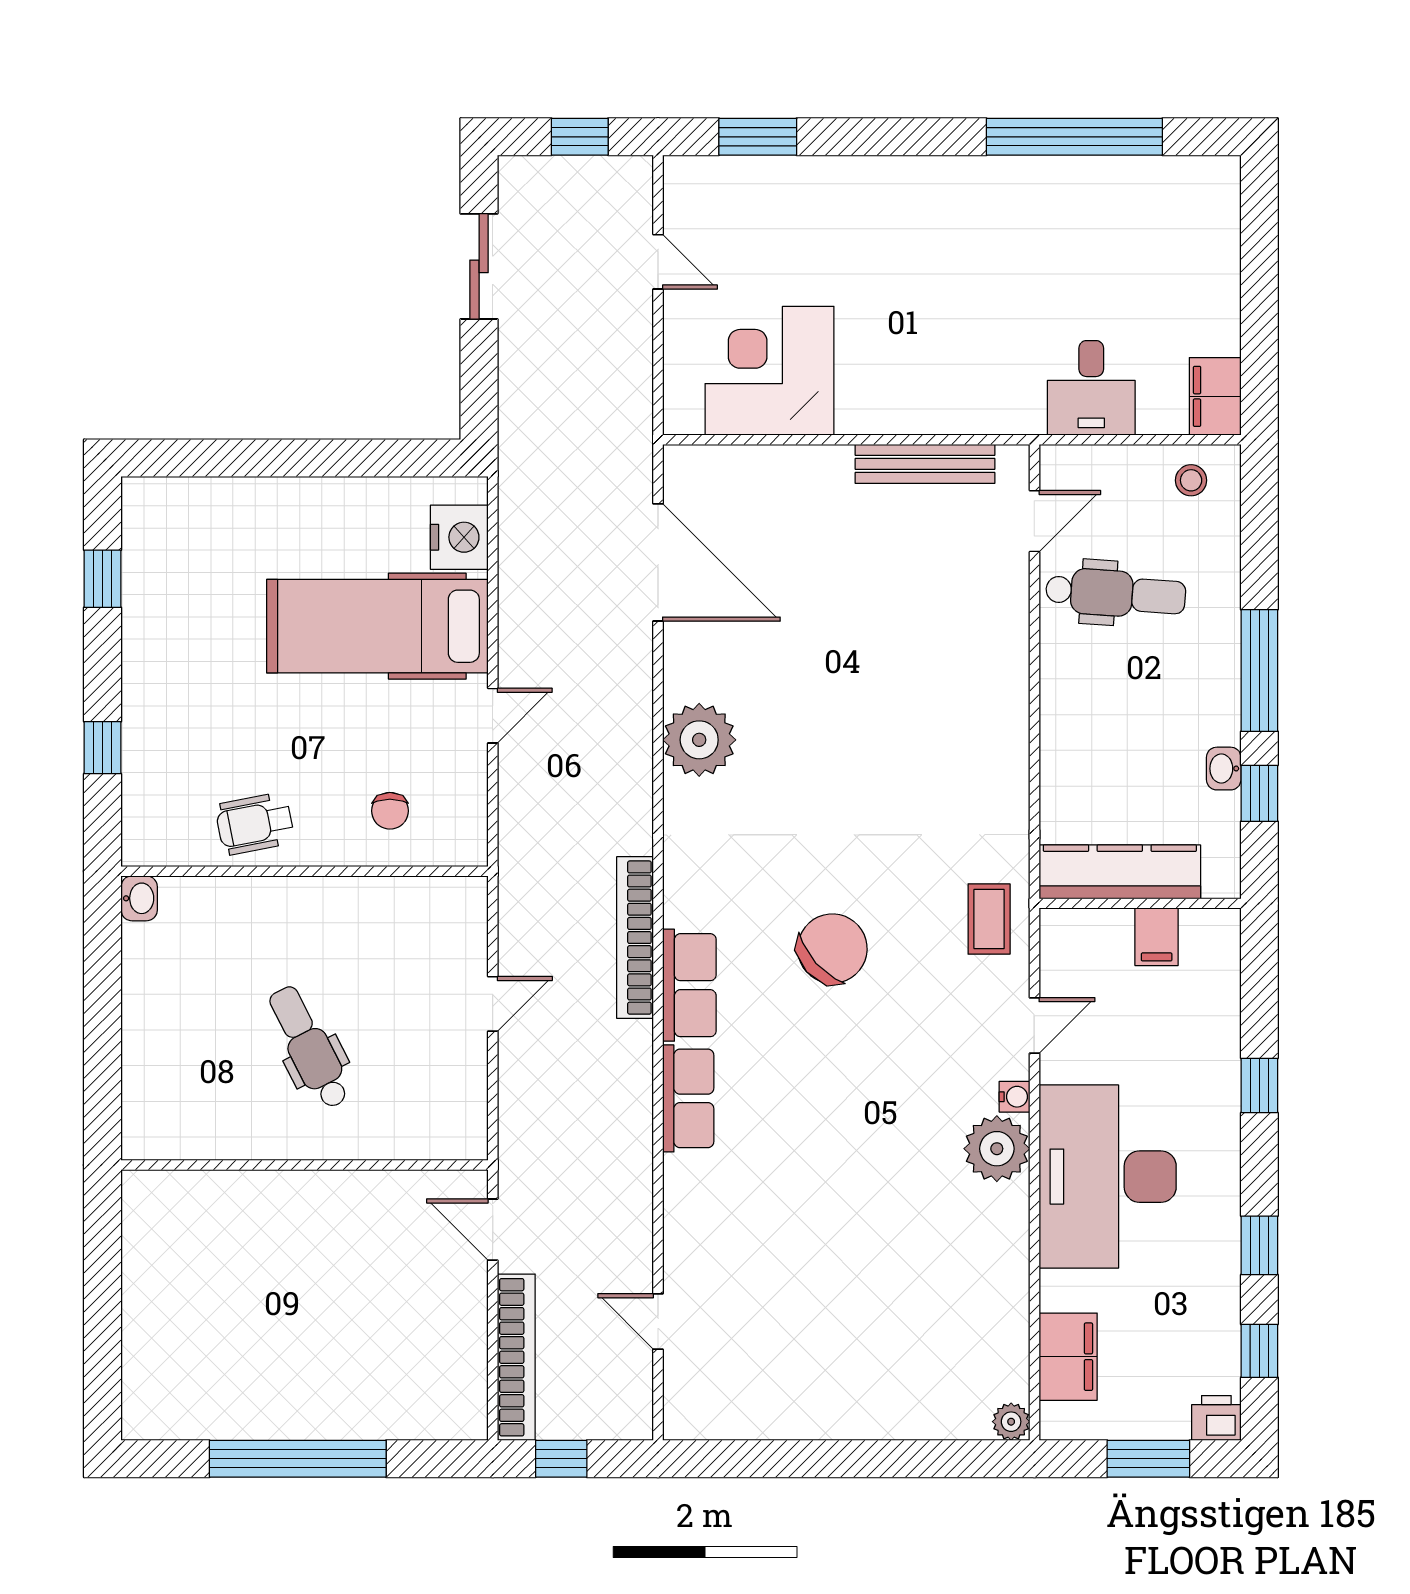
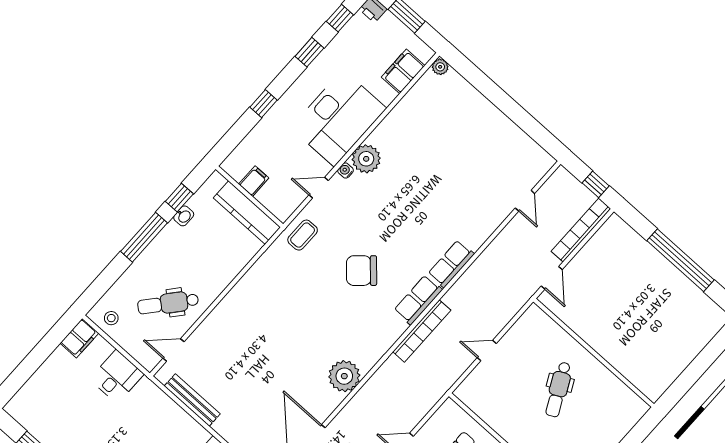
dental chair: (1116, 593) -> (168, 303), turned -54

